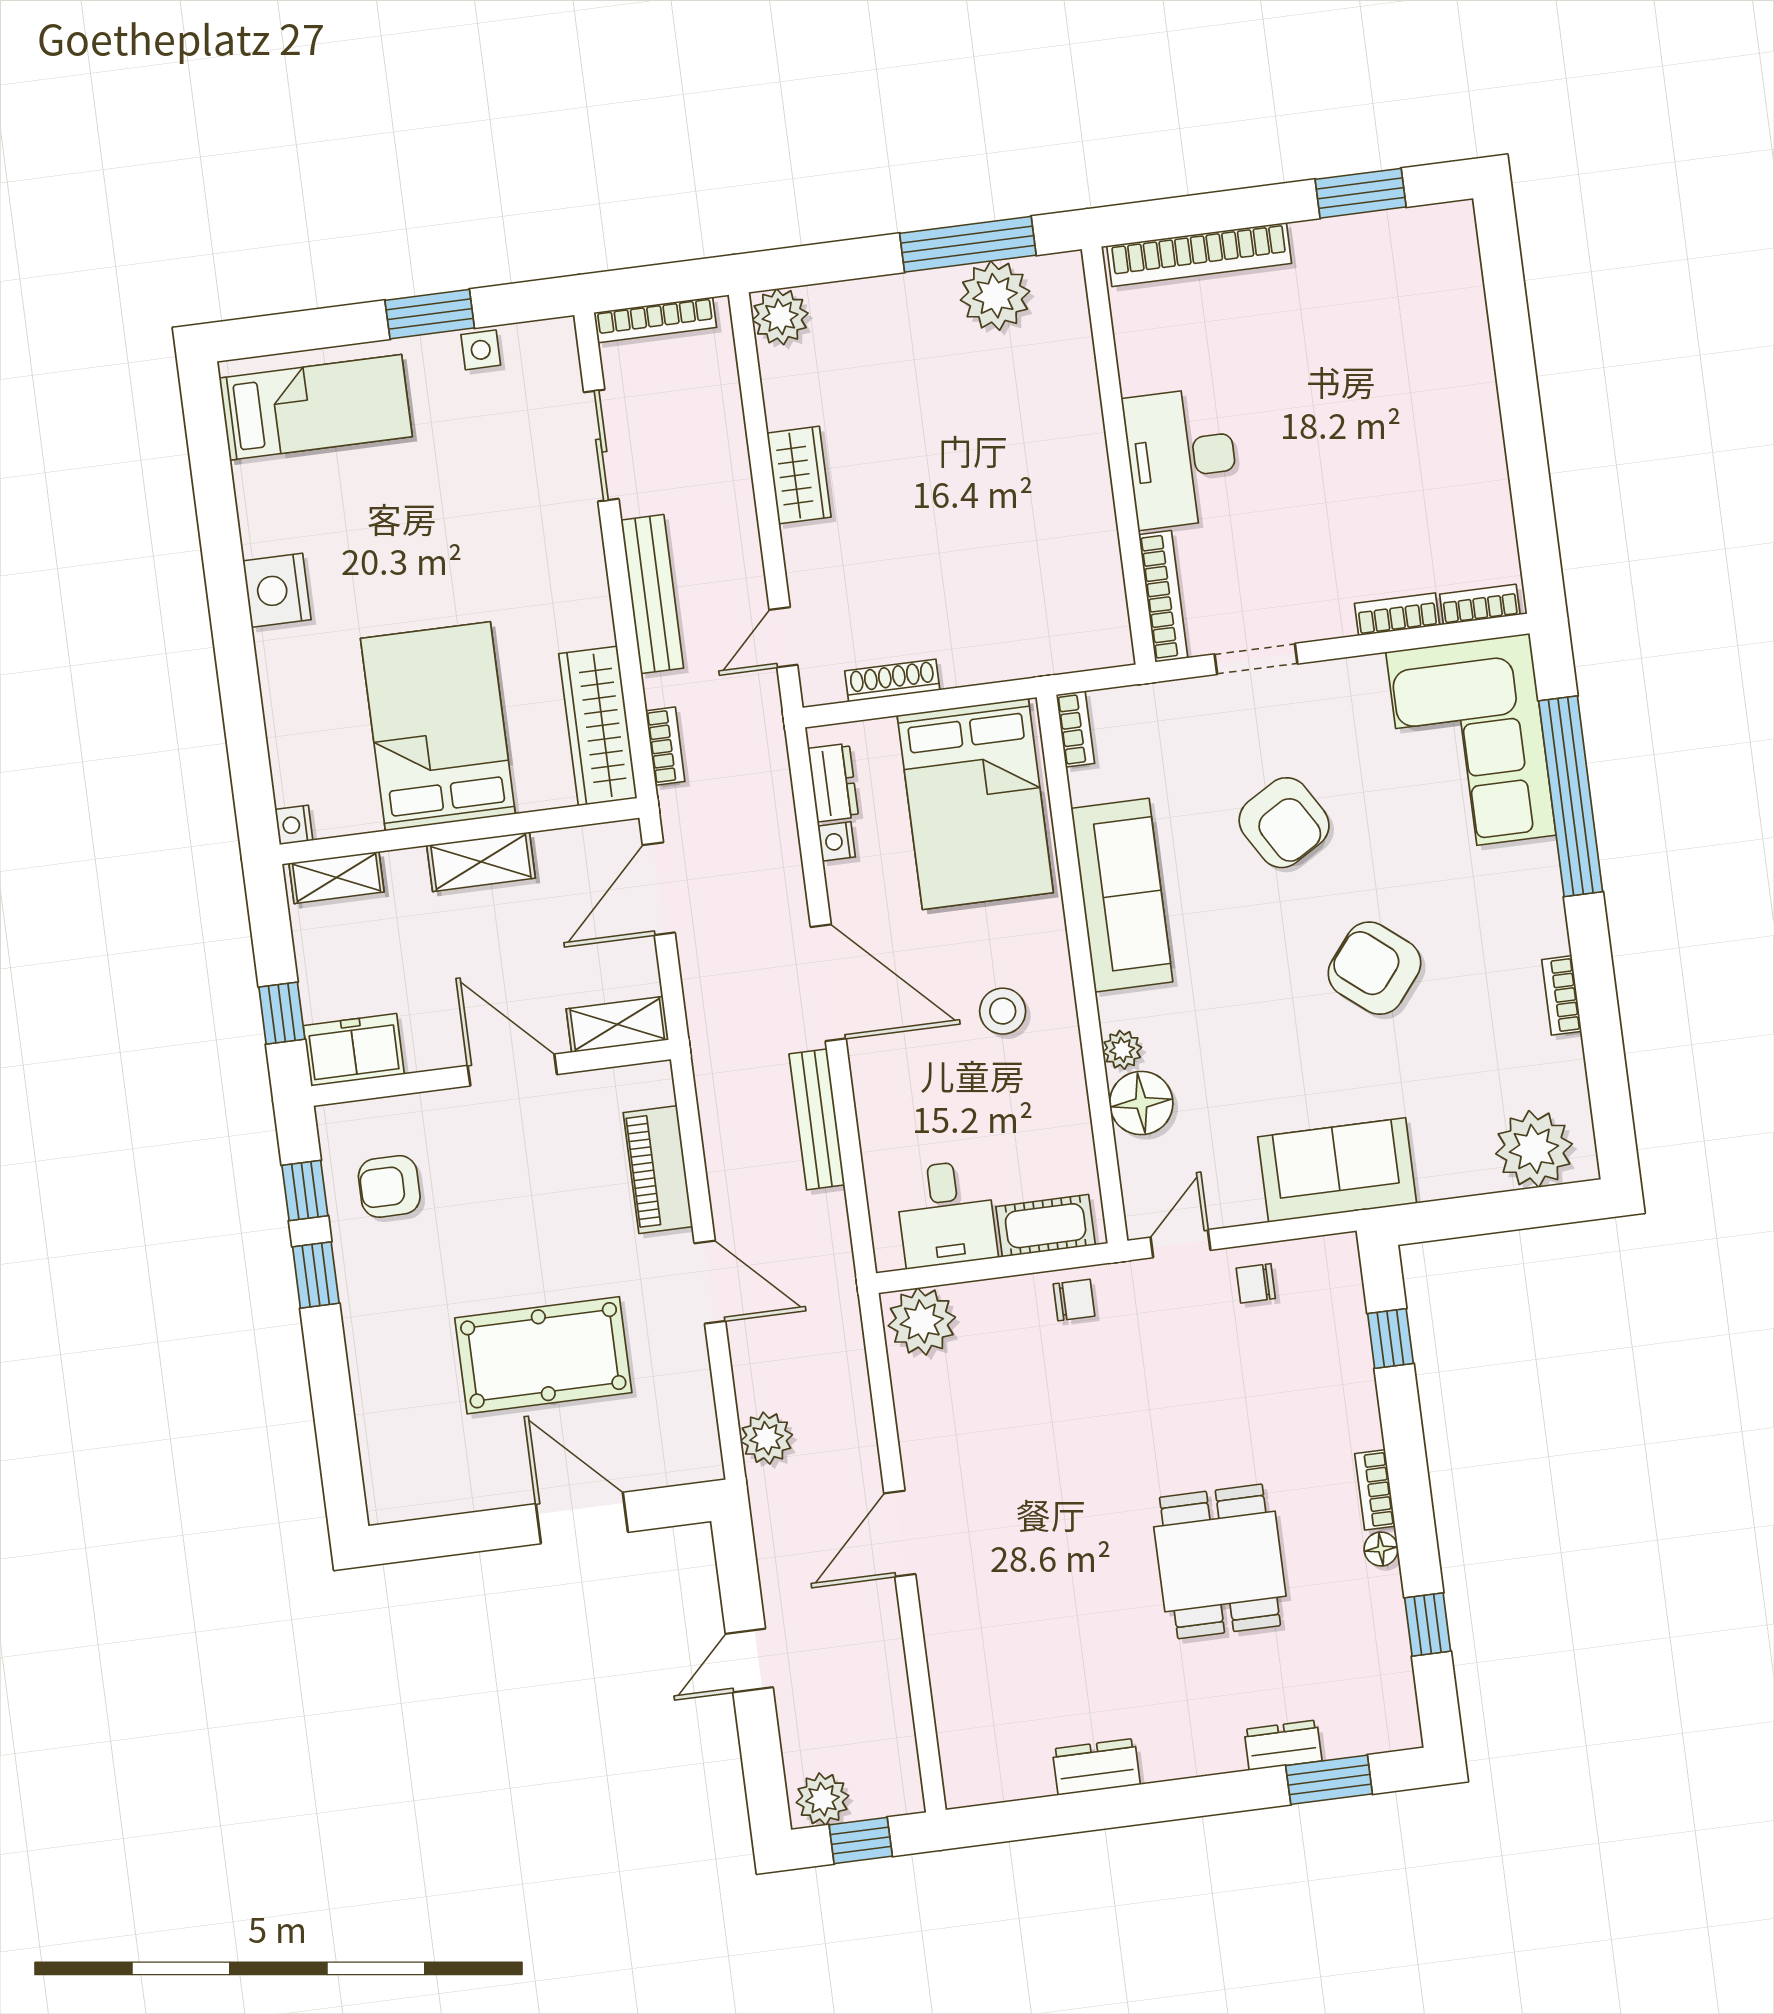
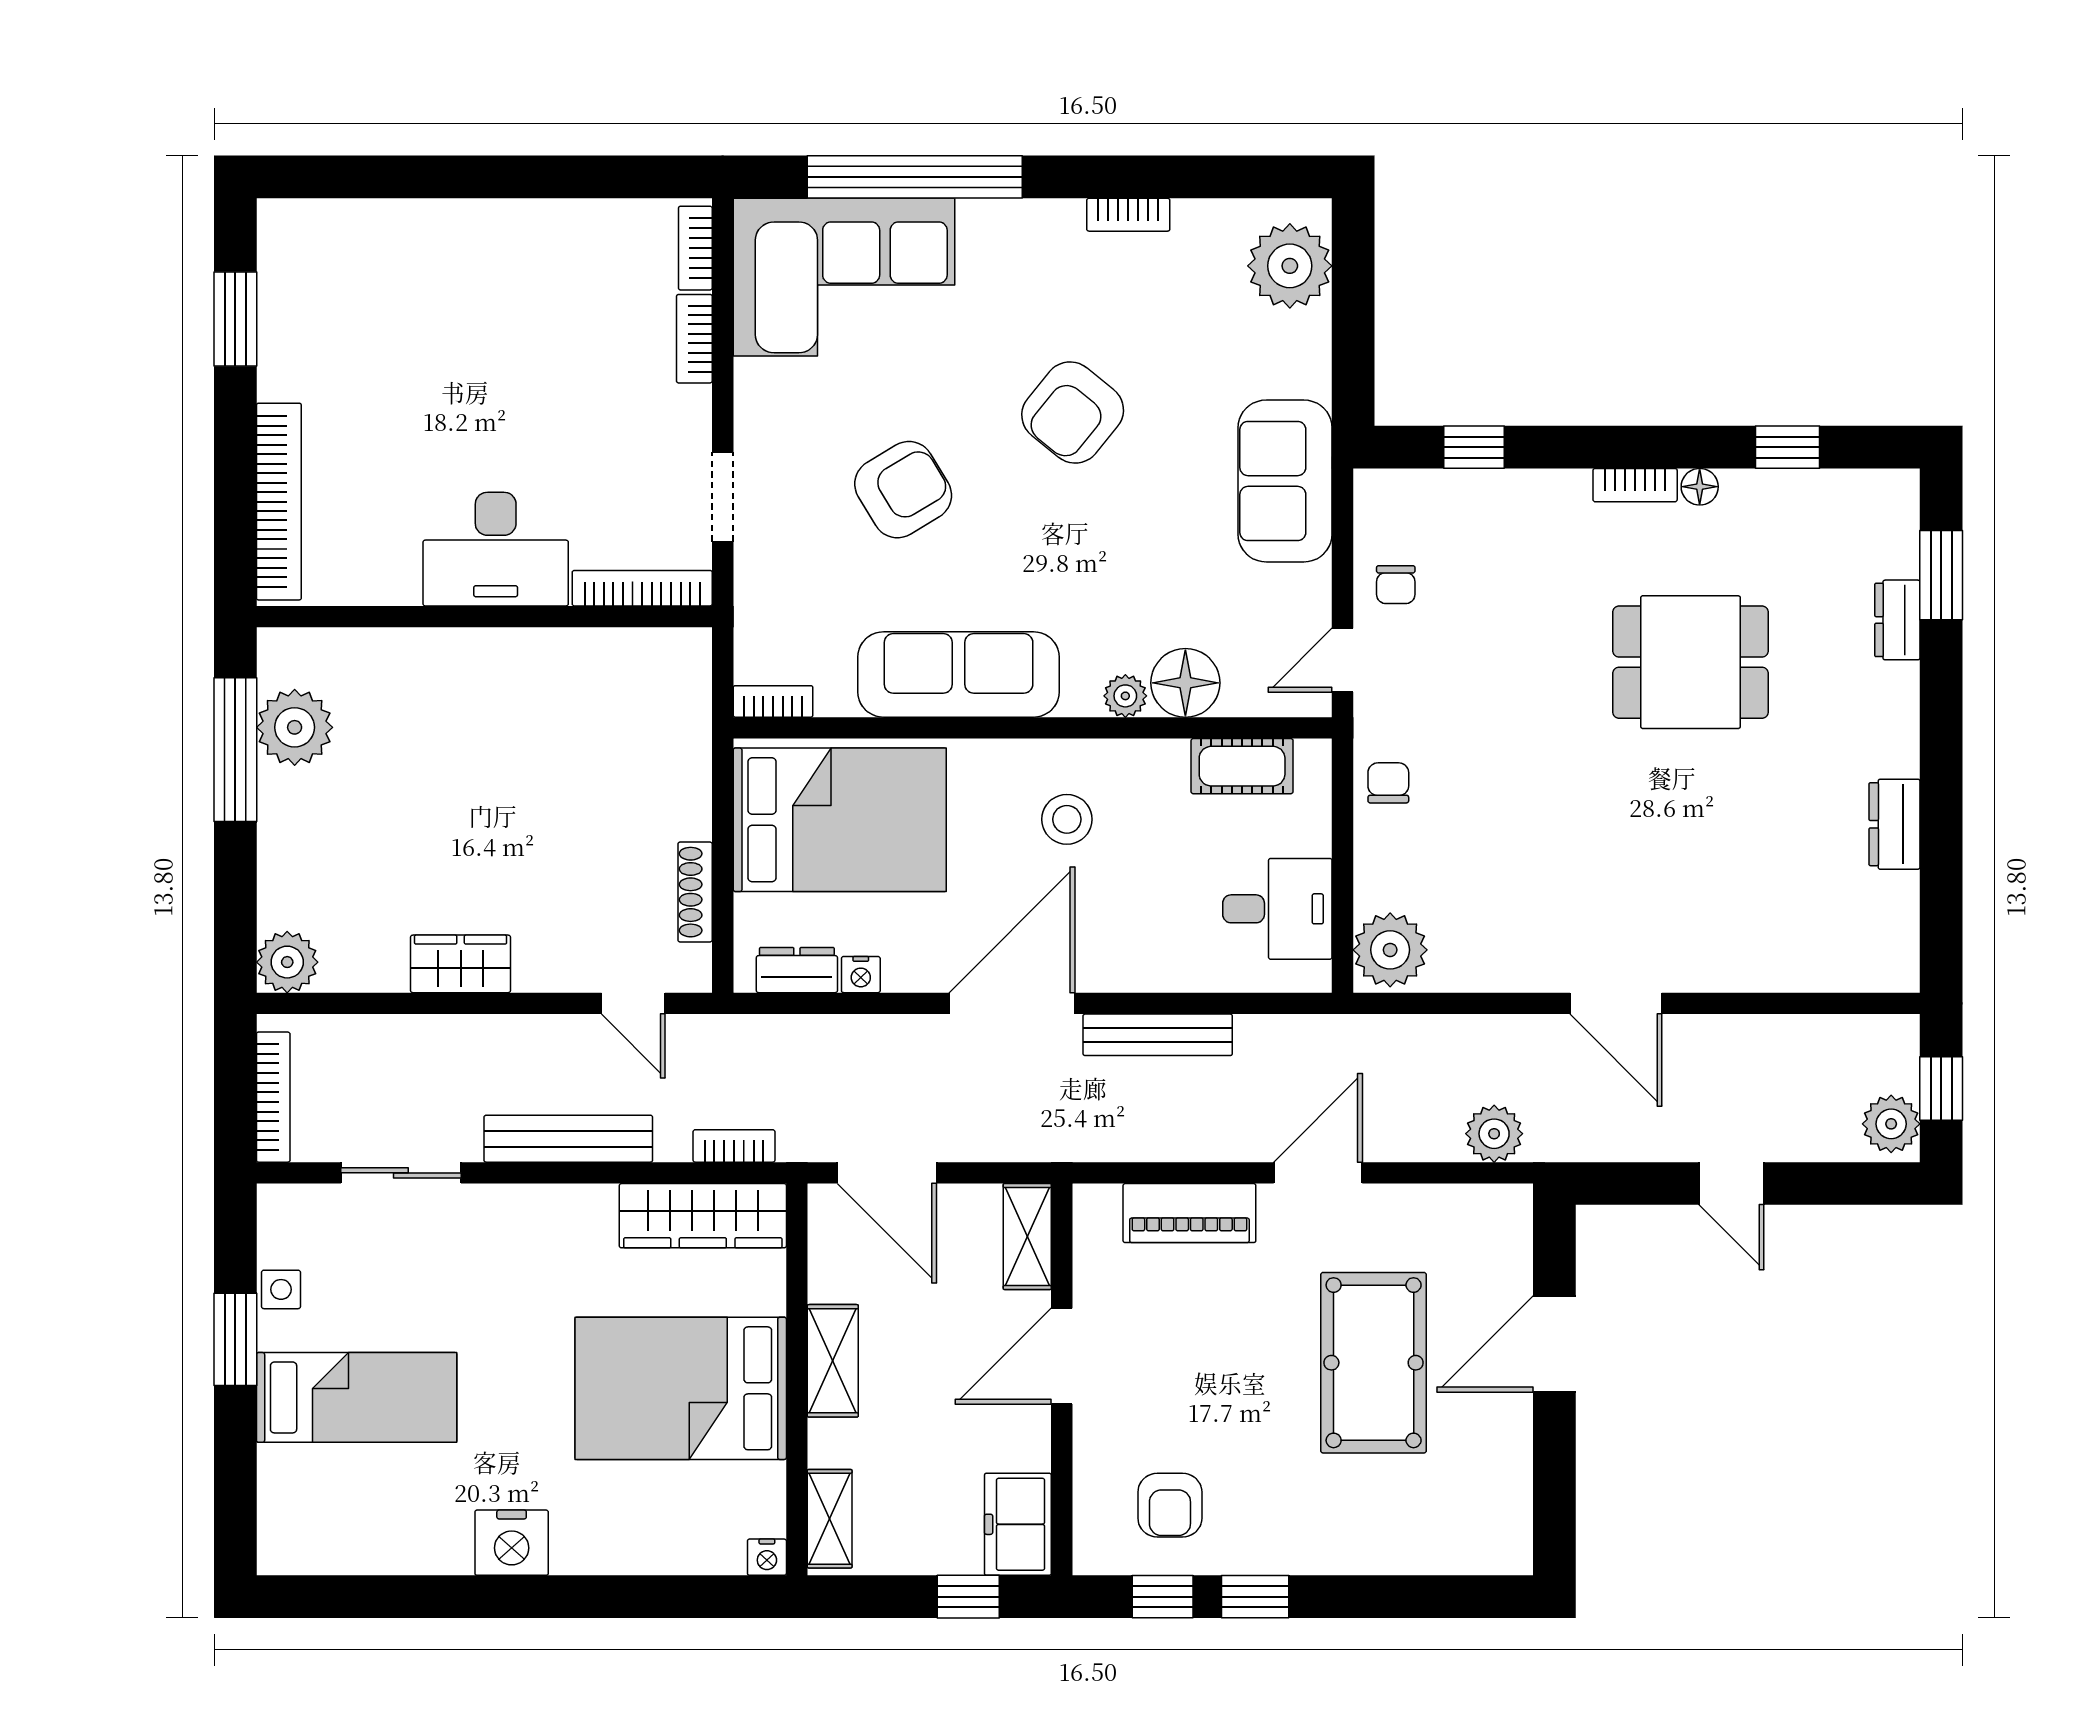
bed: (316, 407) -> (357, 1397), moved, turned 90
cot: (1046, 1226) -> (1242, 766), moved, turned 90
door: (1181, 1244) -> (1342, 660), hinge flipped

